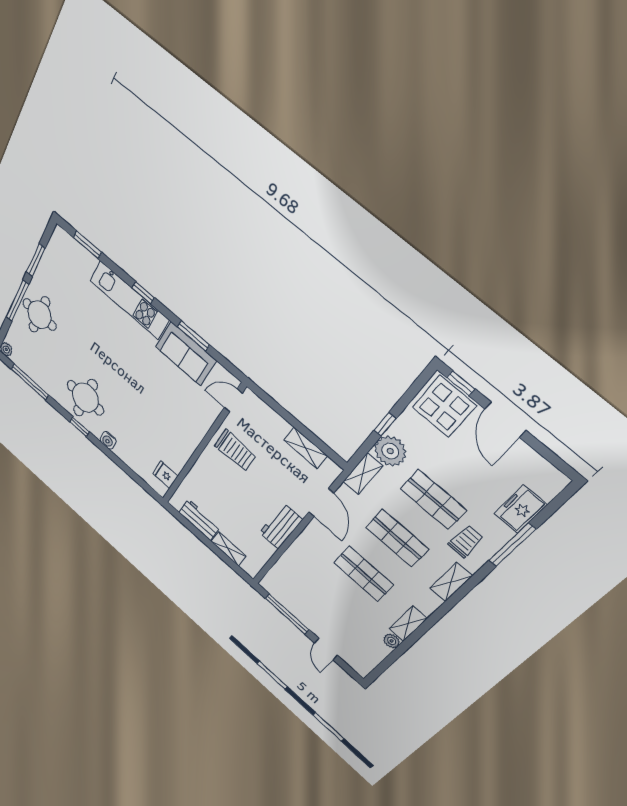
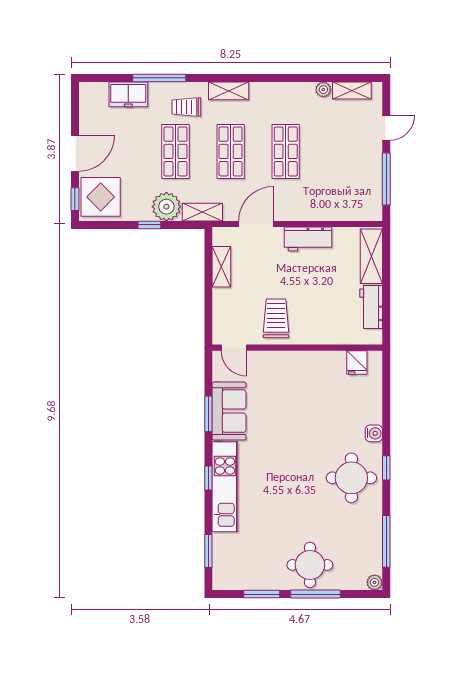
shelving: (228, 549) -> (371, 256), width x1.50, depth x1.33
shelving: (408, 624) -> (352, 91), moved

